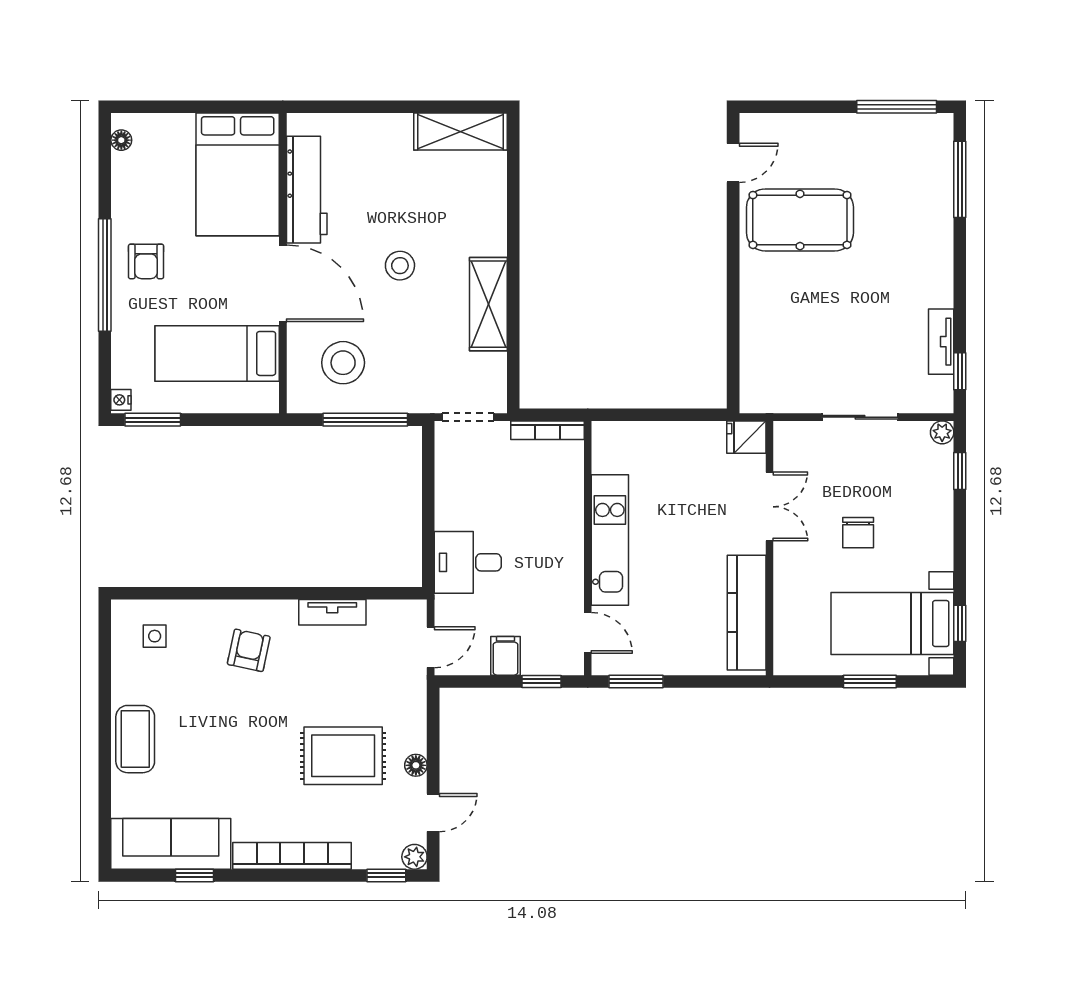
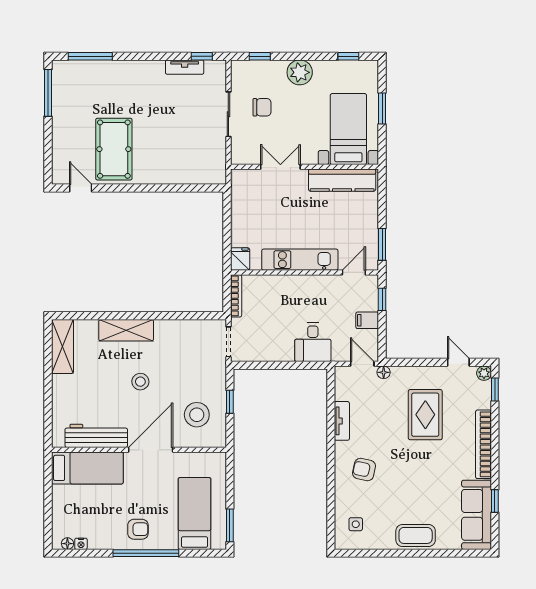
bed: (238, 174) -> (87, 468), width x0.67
shelving: (488, 304) -> (126, 330), moved
bed: (217, 353) -> (195, 513), moved, turned 180
nightstand: (121, 400) -> (81, 544), moved
window: (365, 420) -> (230, 402), width x0.46
plant: (942, 432) -> (300, 72), moved, width x1.87, depth x1.87
fridge: (746, 437) -> (240, 259), moved, turned 180
chair: (858, 533) -> (262, 107), moved
bed with nightstands: (892, 623) -> (348, 129), moved, turned 180
floor lamp: (416, 765) -> (384, 372), moved

